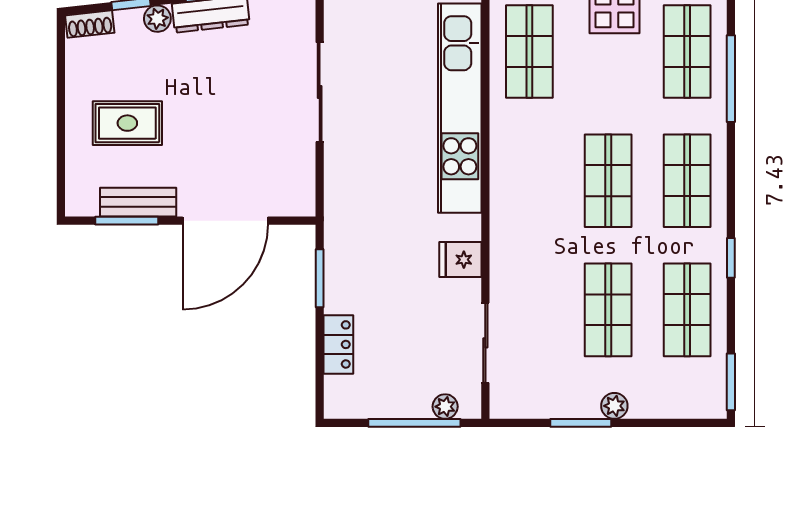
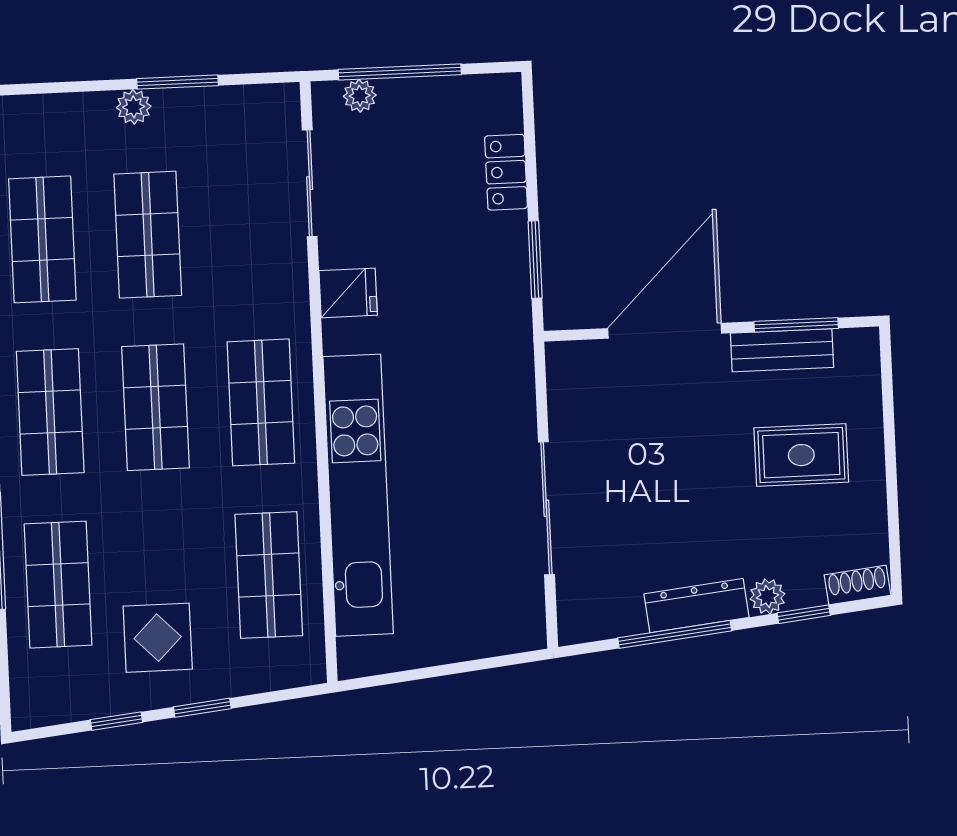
shop shelf: (529, 181) -> (261, 402), added

